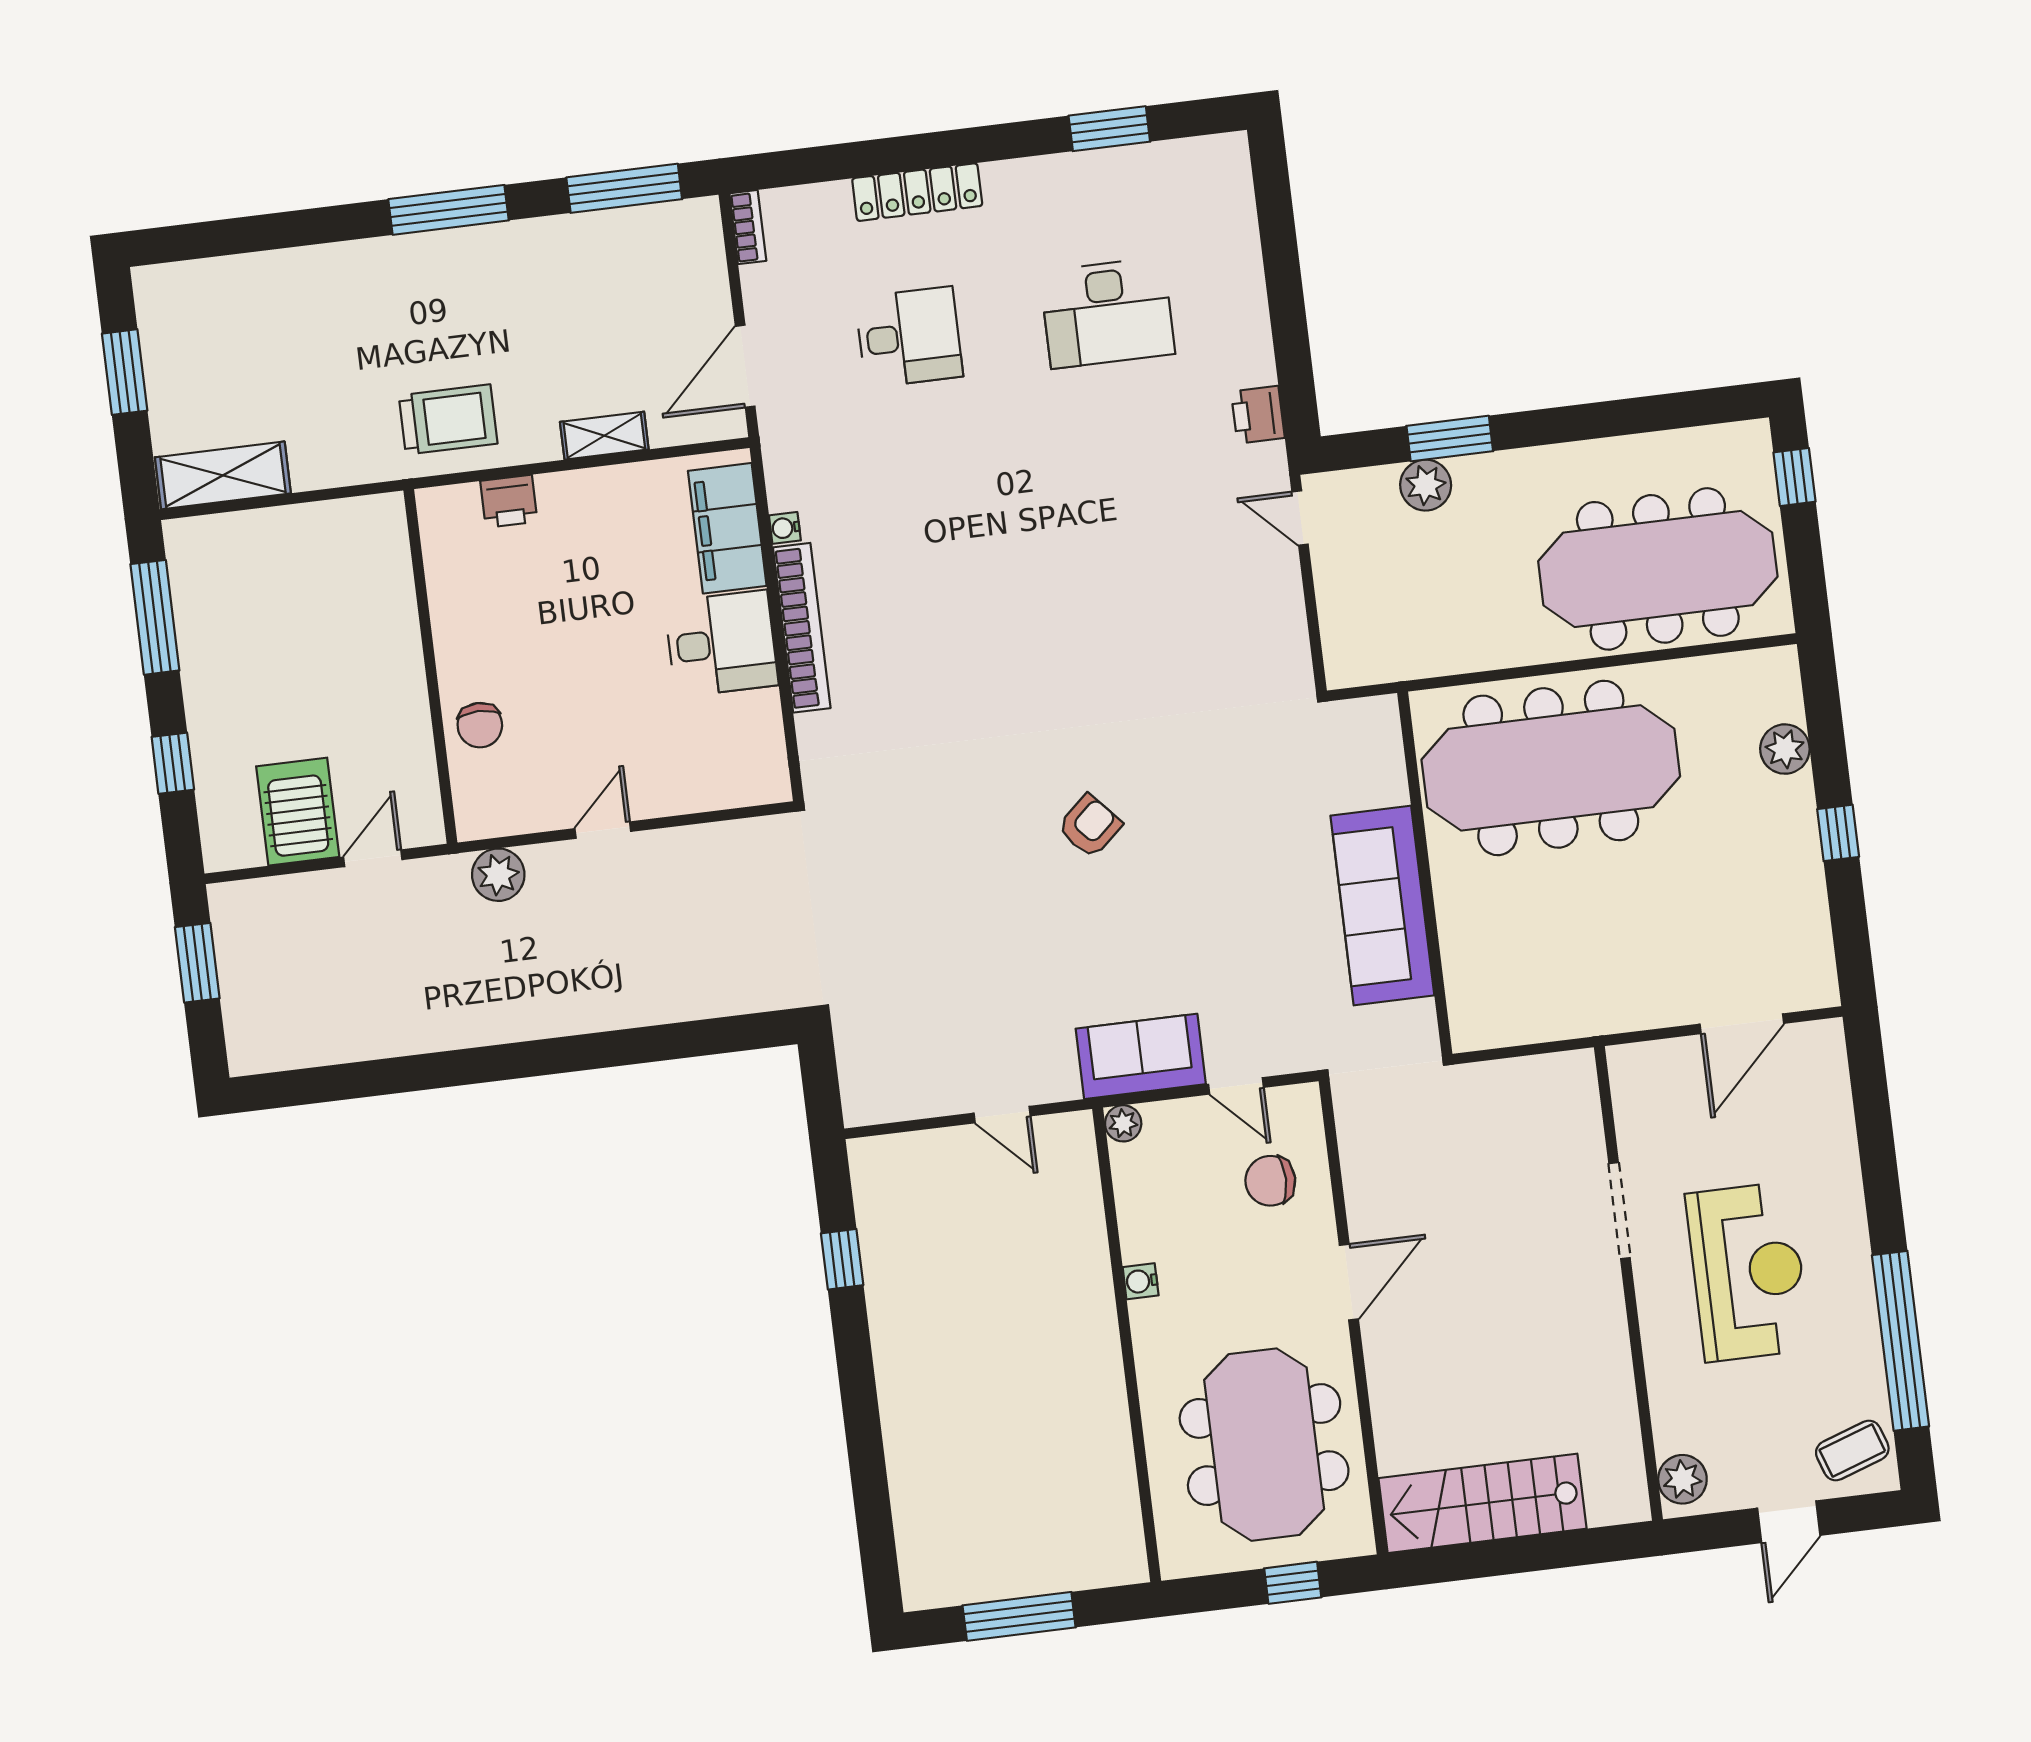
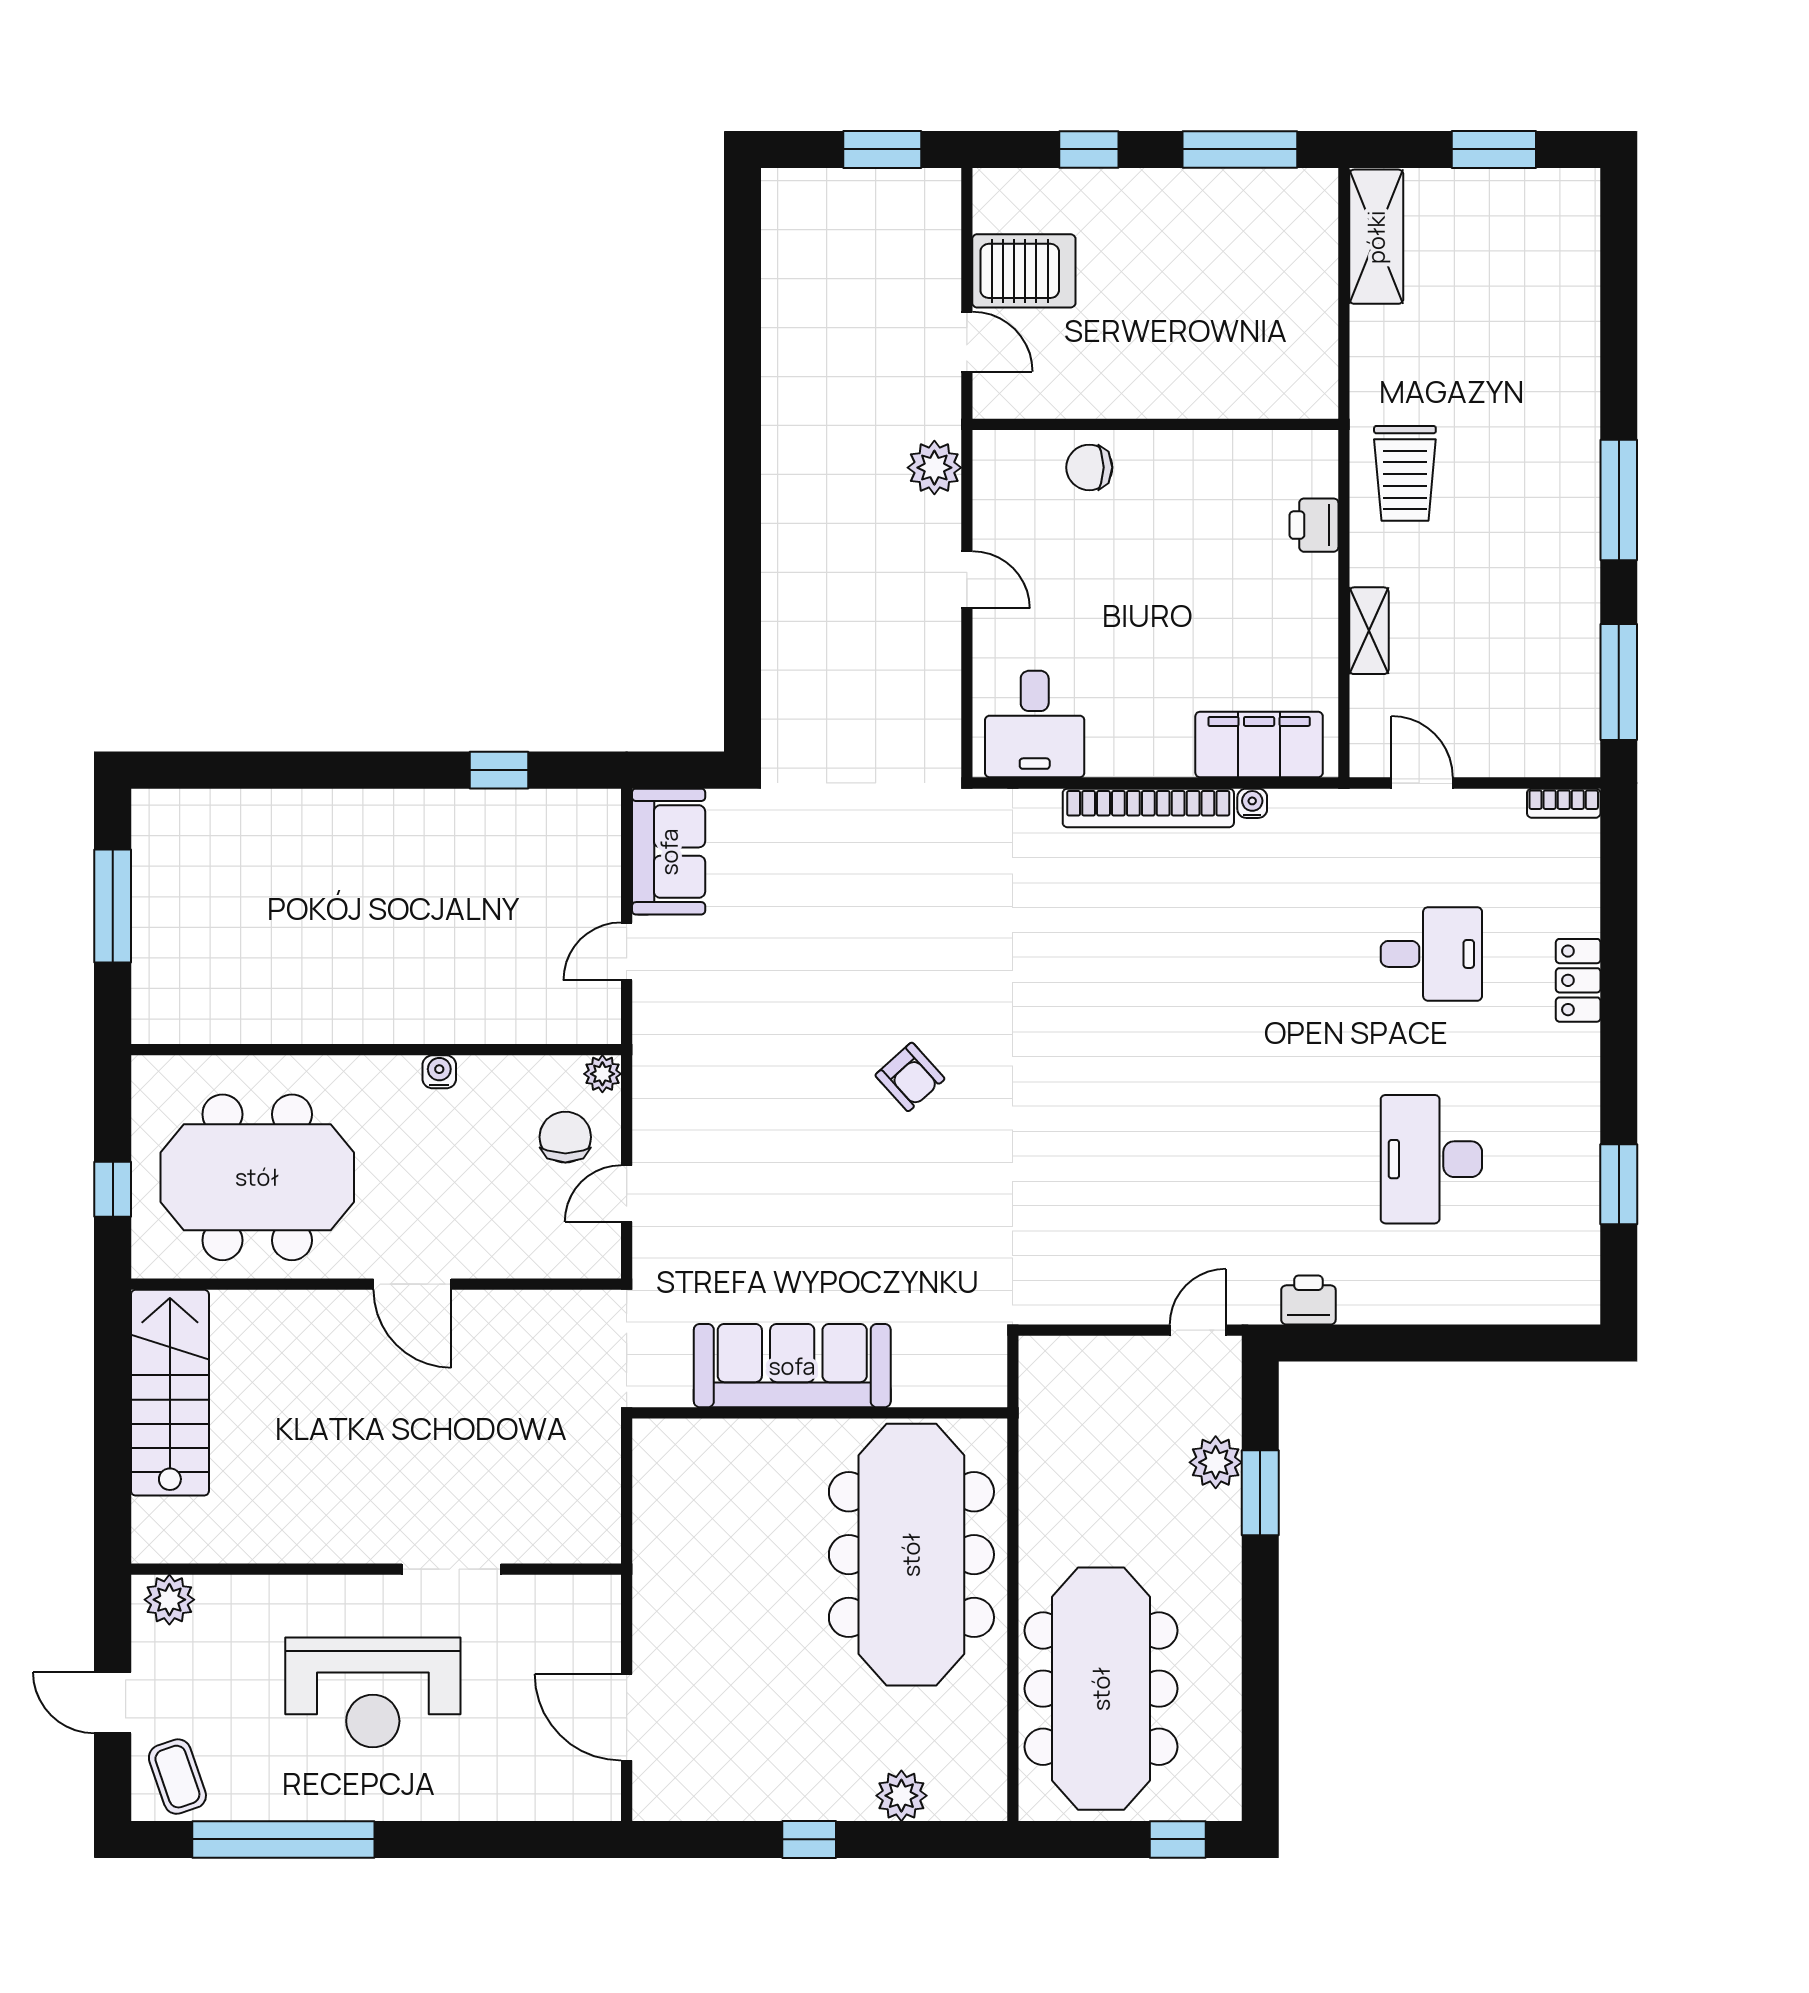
locker: (917, 192) -> (1578, 980), width x0.66
desk: (909, 337) -> (1431, 954), turned -90
door: (745, 366) -> (1422, 783), width x0.73
desk: (721, 644) -> (1035, 724), moved
sofa: (1141, 1056) -> (669, 852), moved
chair: (1270, 1181) -> (565, 1137), moved

